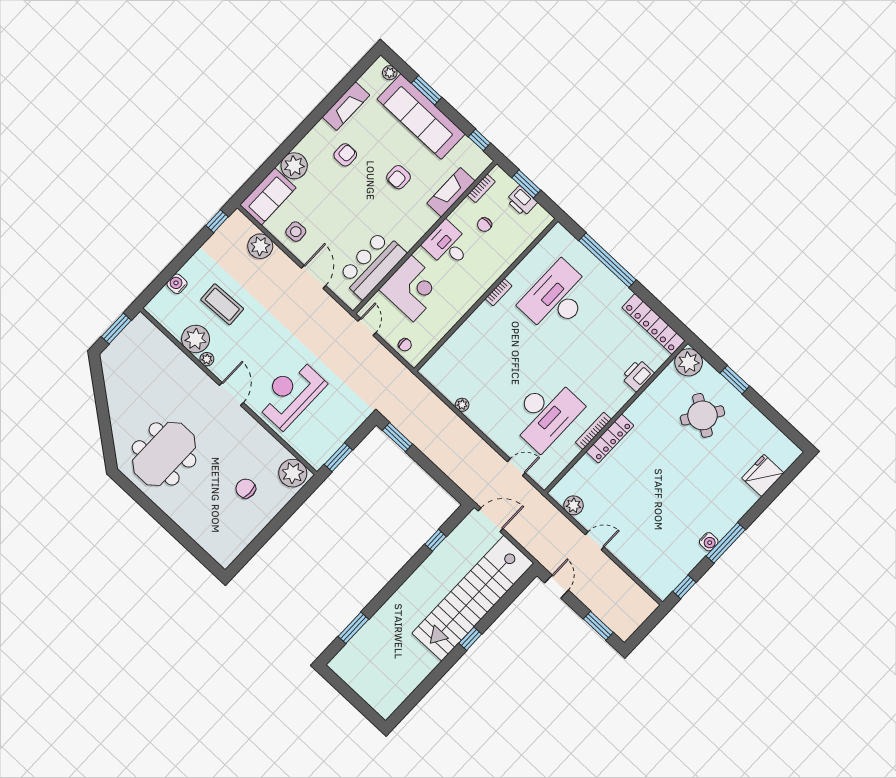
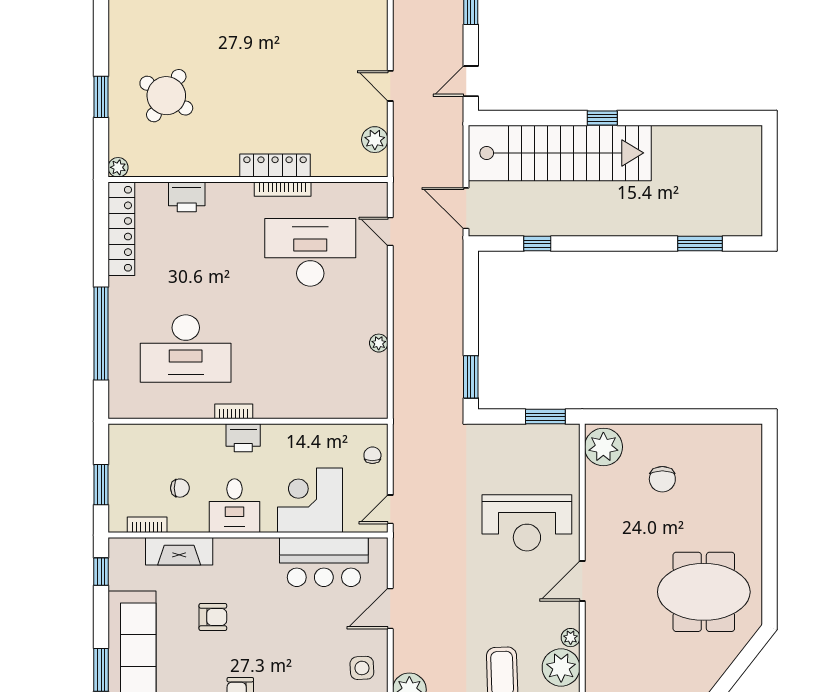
printer: (522, 201) -> (243, 438), moved, turned 90
plant: (689, 362) -> (118, 167), width x0.53, depth x0.53

